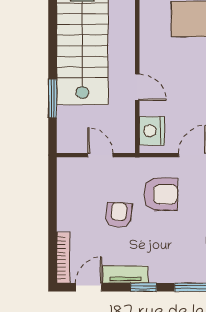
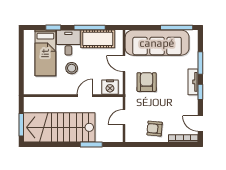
stool: (185, 64) -> (72, 68), added
armchair: (119, 215) -> (155, 129), moved
tv unit: (125, 275) -> (193, 82), moved

